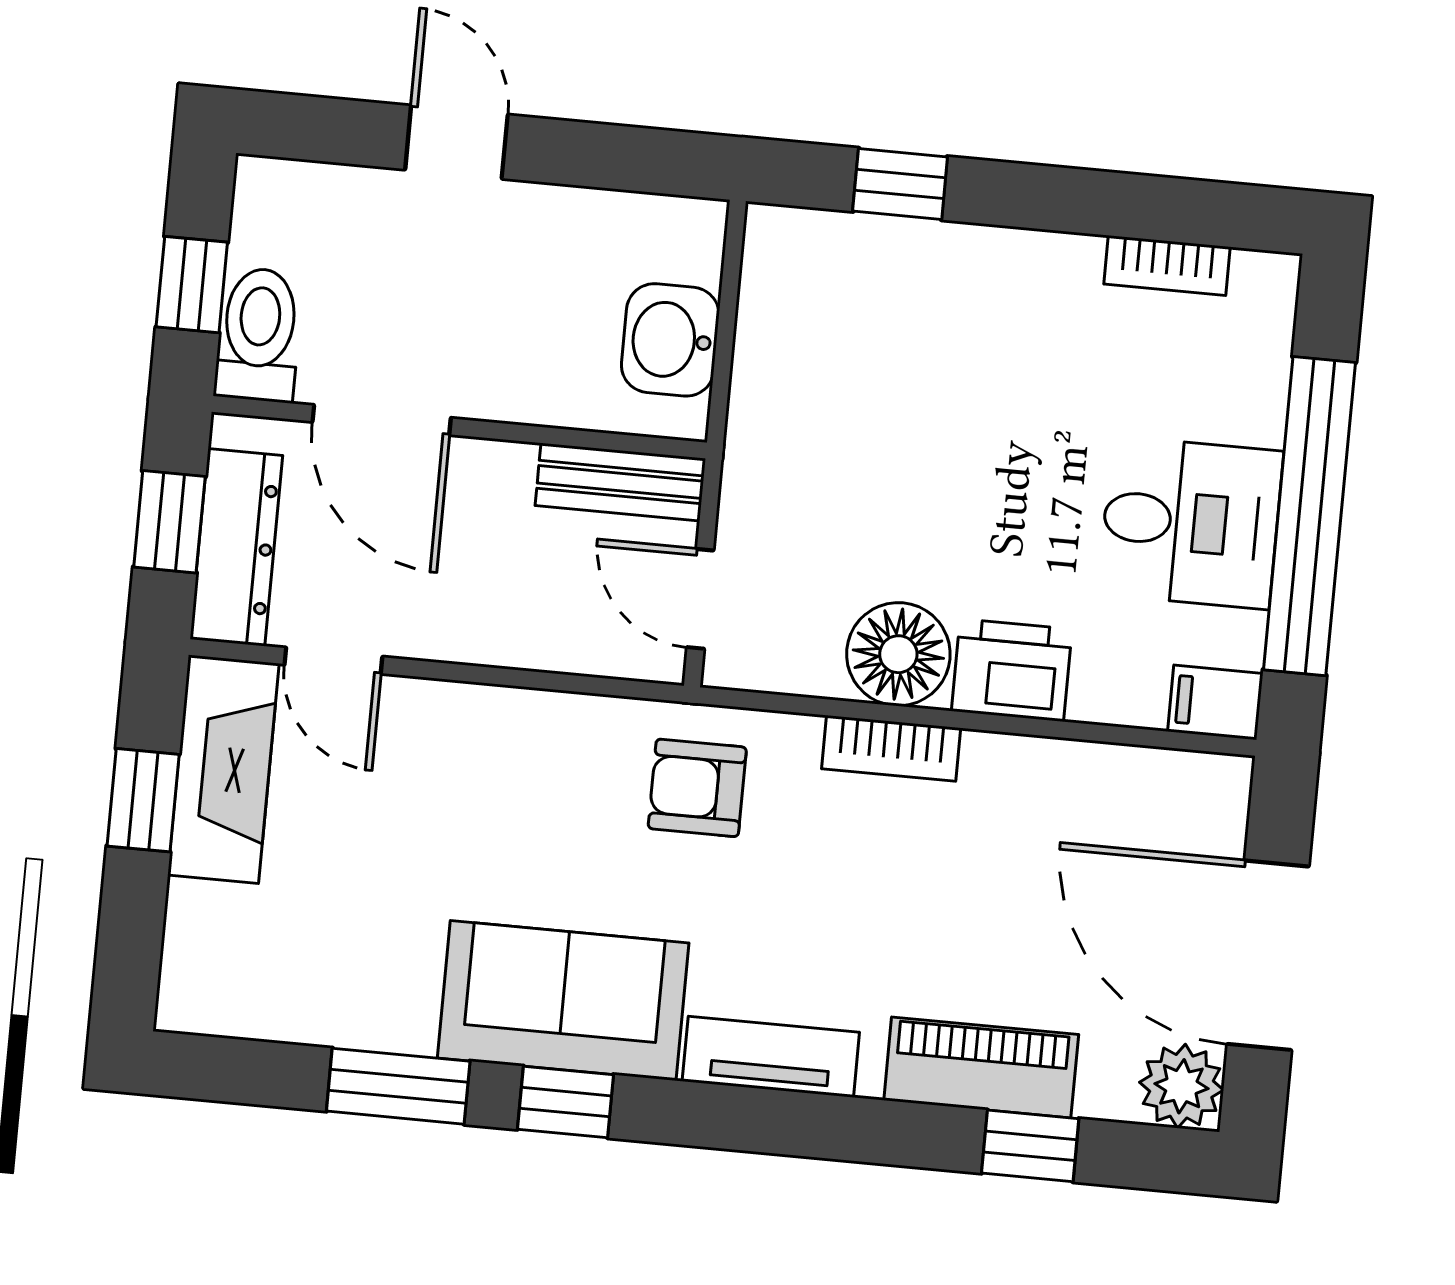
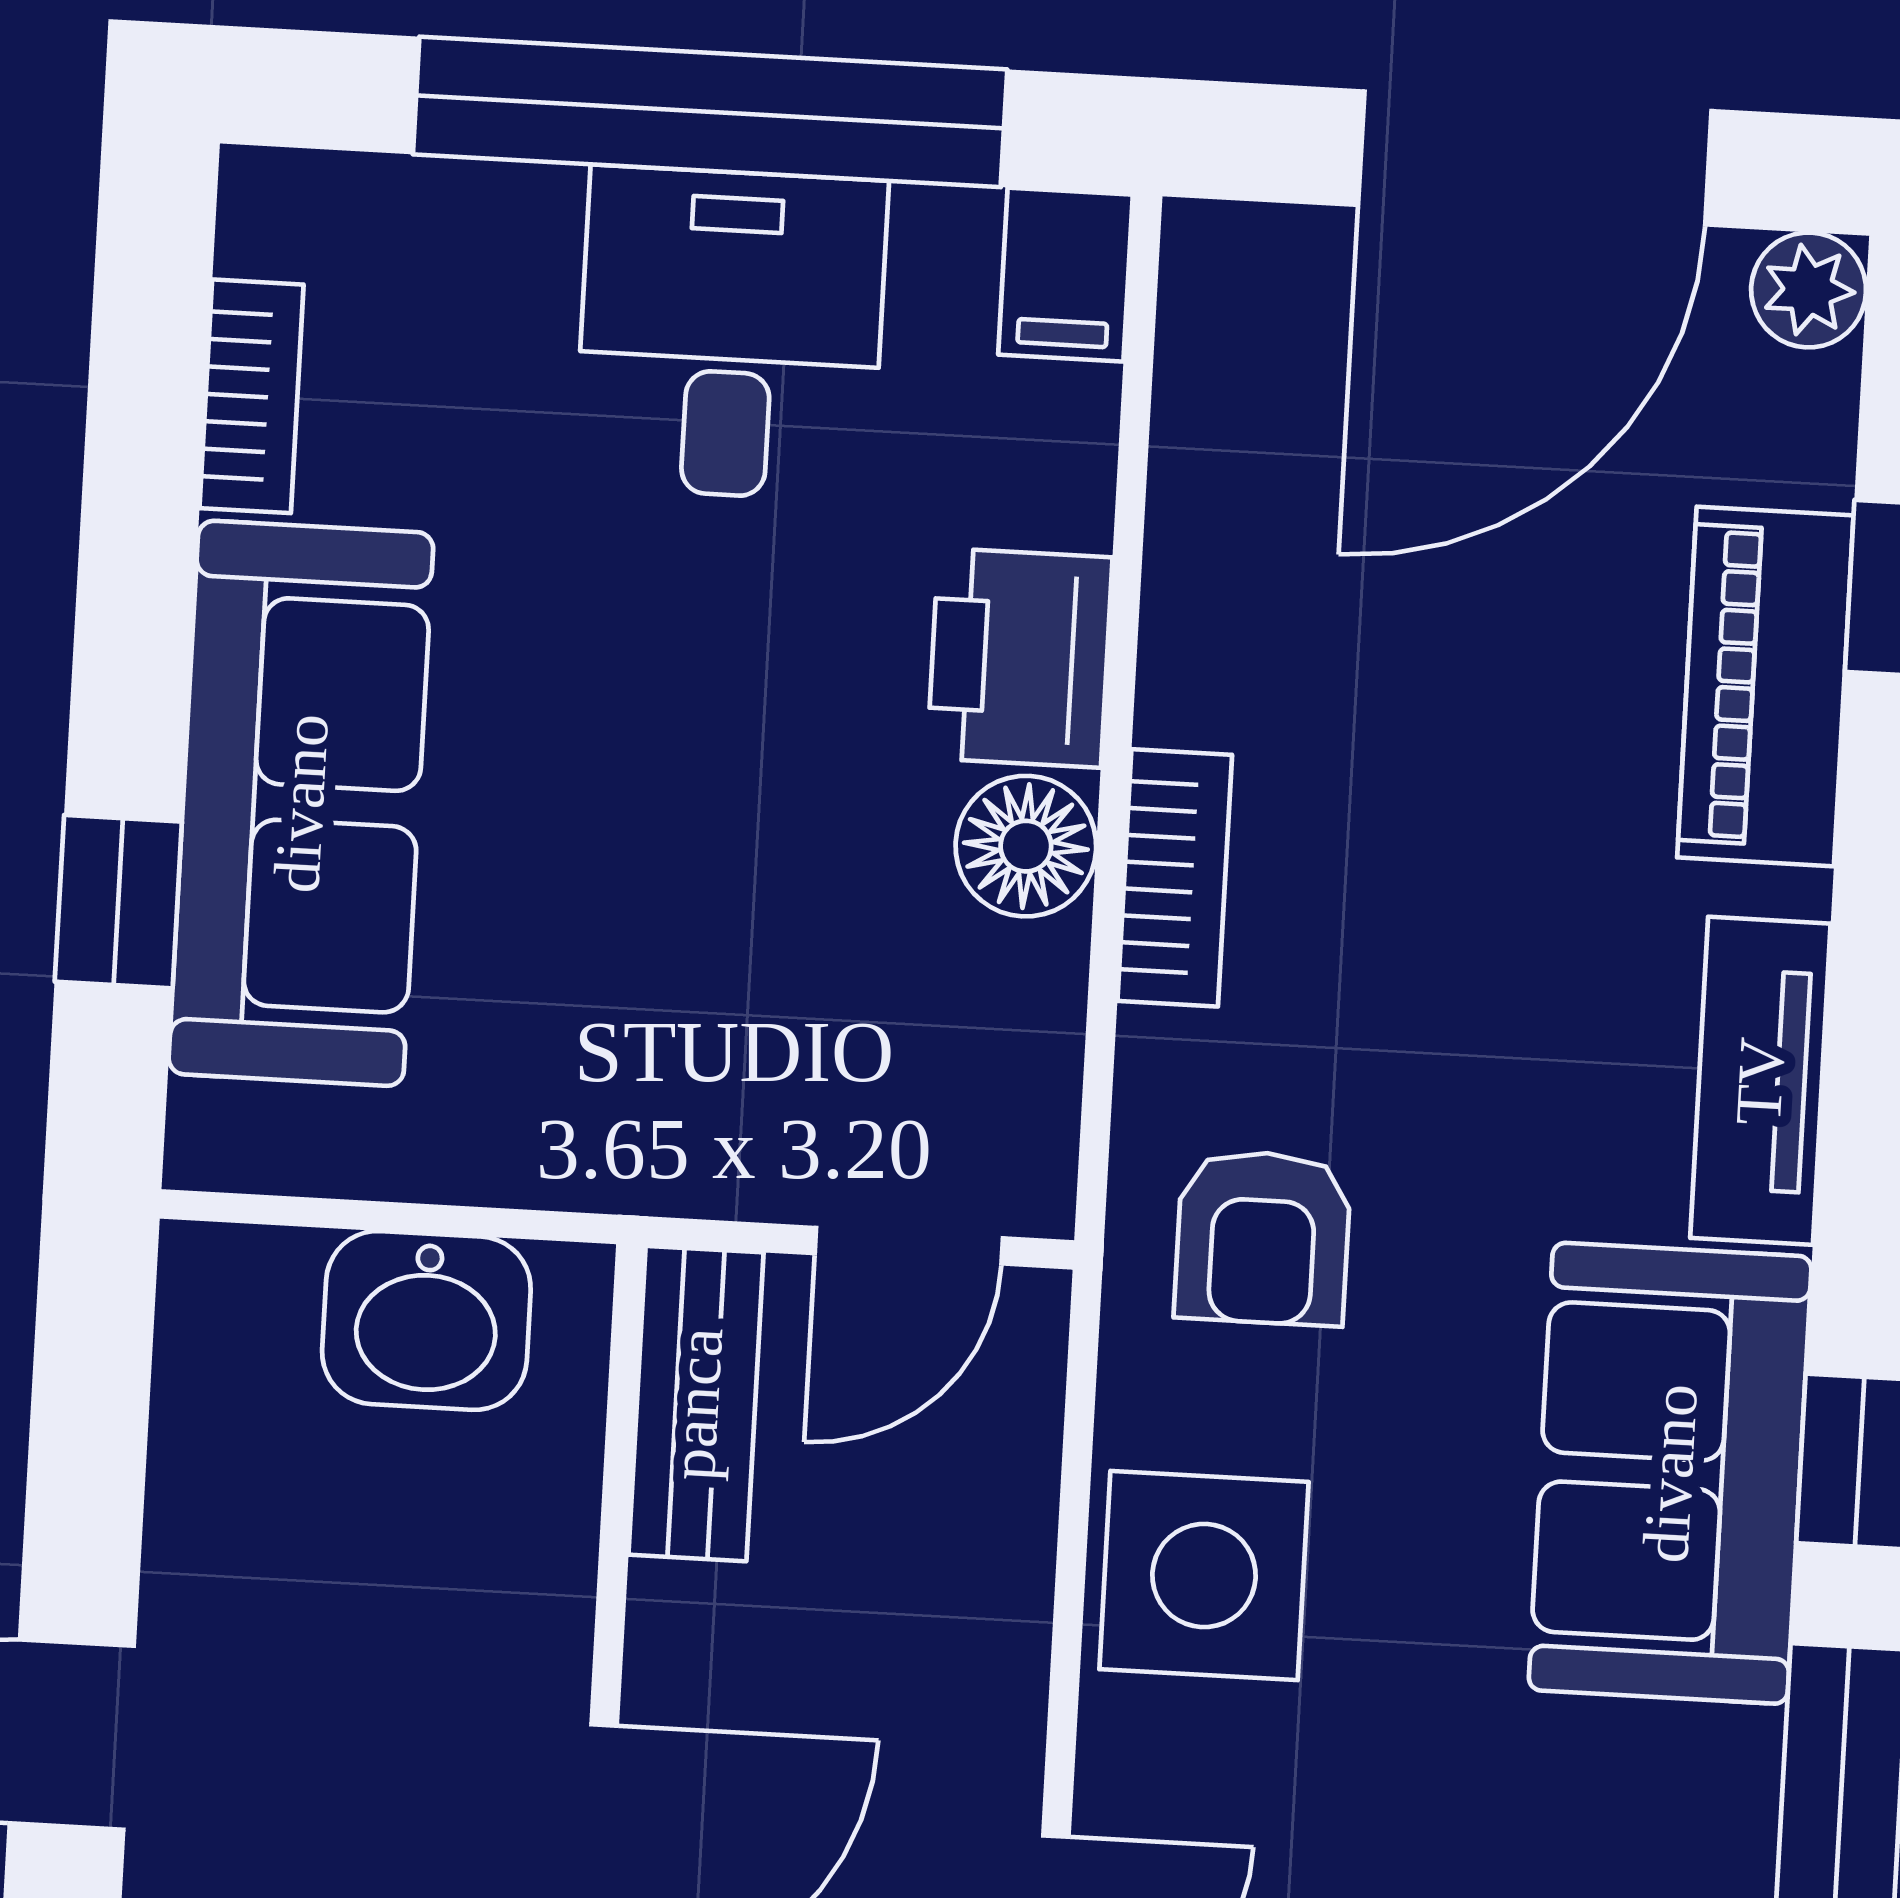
sofa: (949, 284) -> (301, 803), added
floor lamp: (898, 654) -> (1026, 846), width x0.73, depth x0.73
side table: (518, 750) -> (1204, 1576), added
plant: (1181, 1086) -> (1809, 290), width x0.73, depth x0.73

